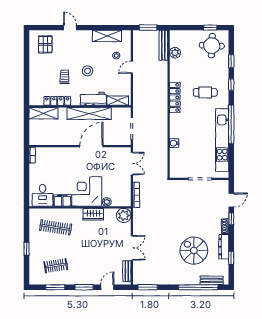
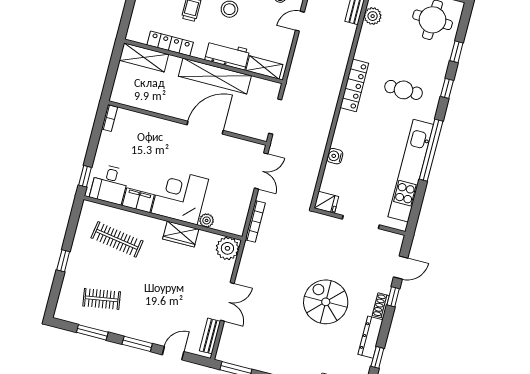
fridge: (176, 172) -> (326, 202), added
window: (27, 194) -> (85, 176), added
spiral stairs: (194, 251) -> (326, 302), moved

